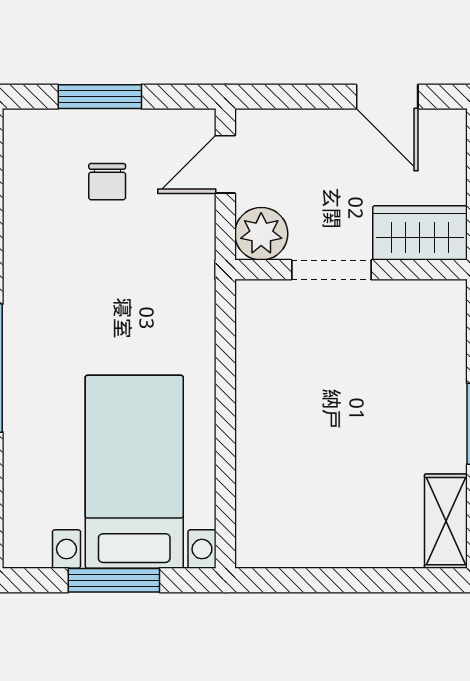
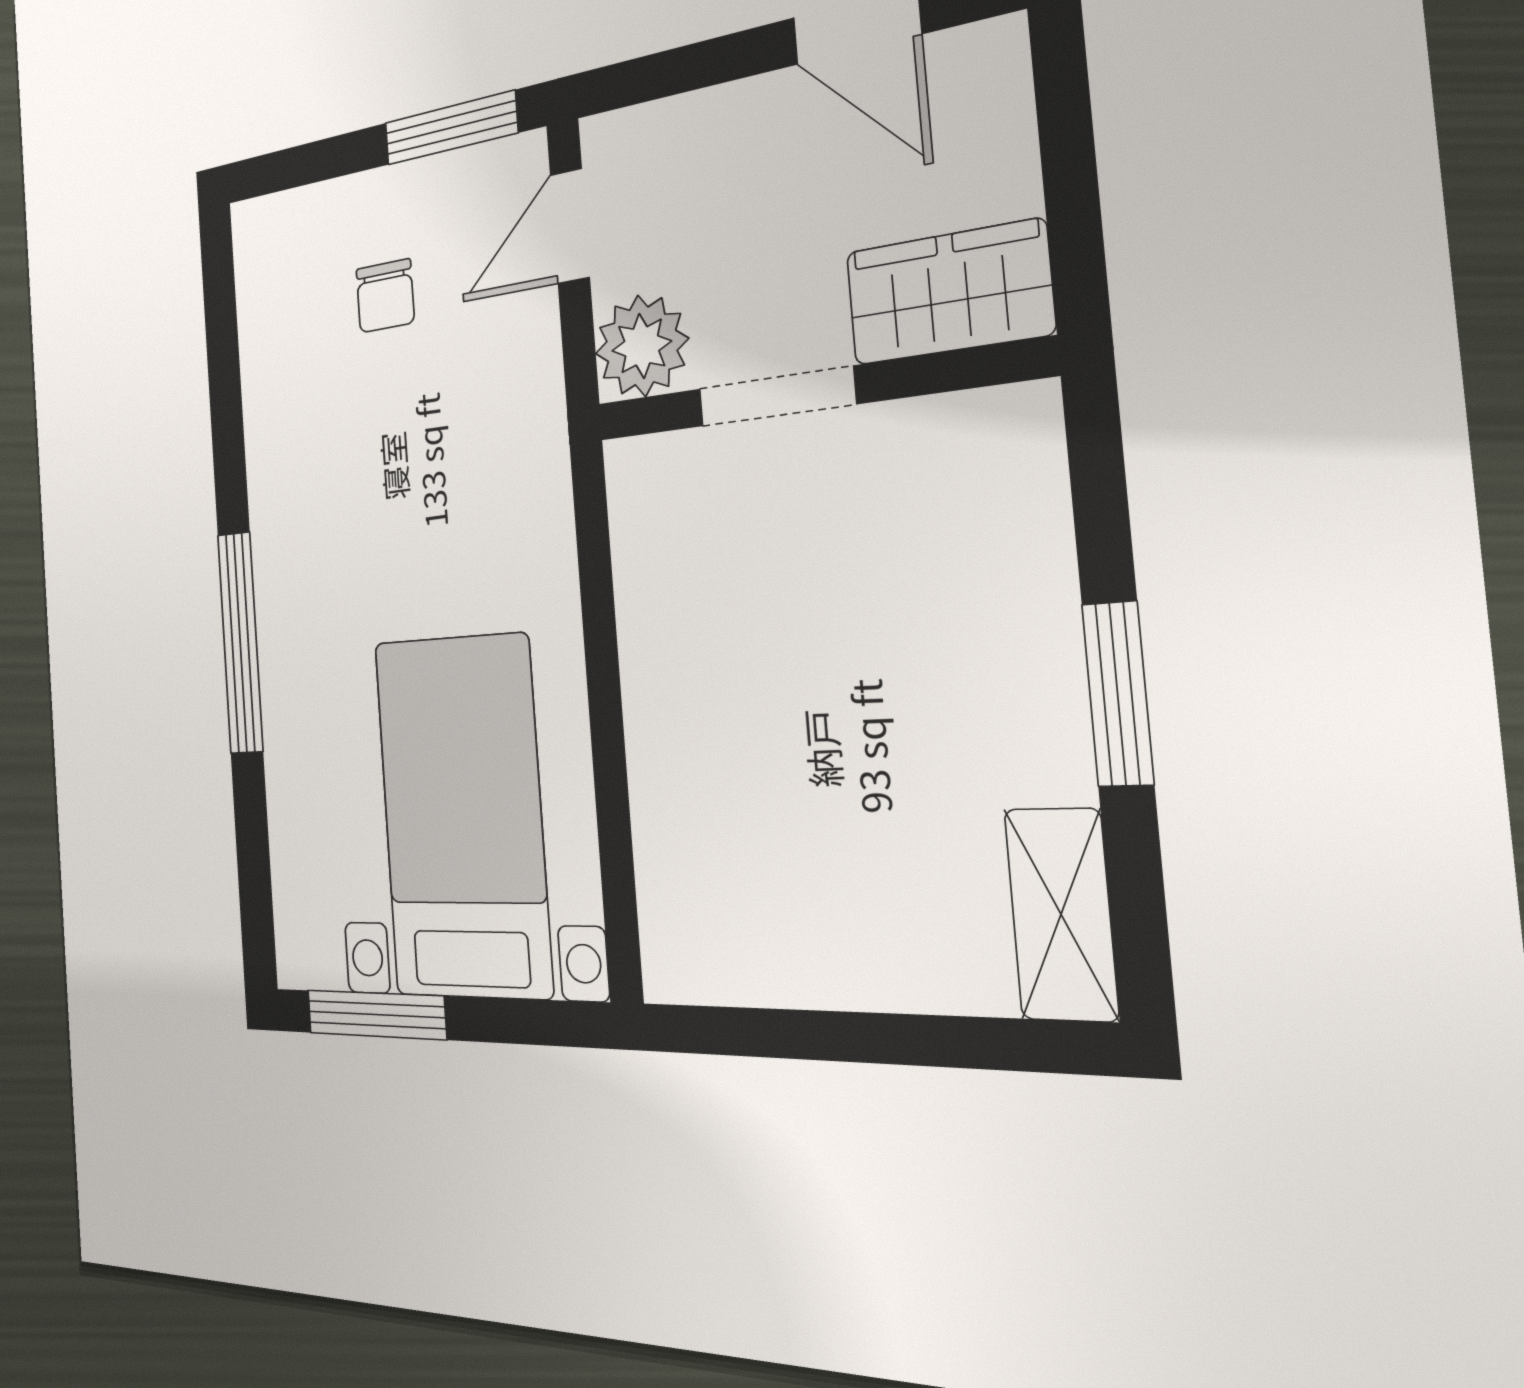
window: (100, 97) -> (451, 128), moved
window: (114, 580) -> (376, 1015), moved

